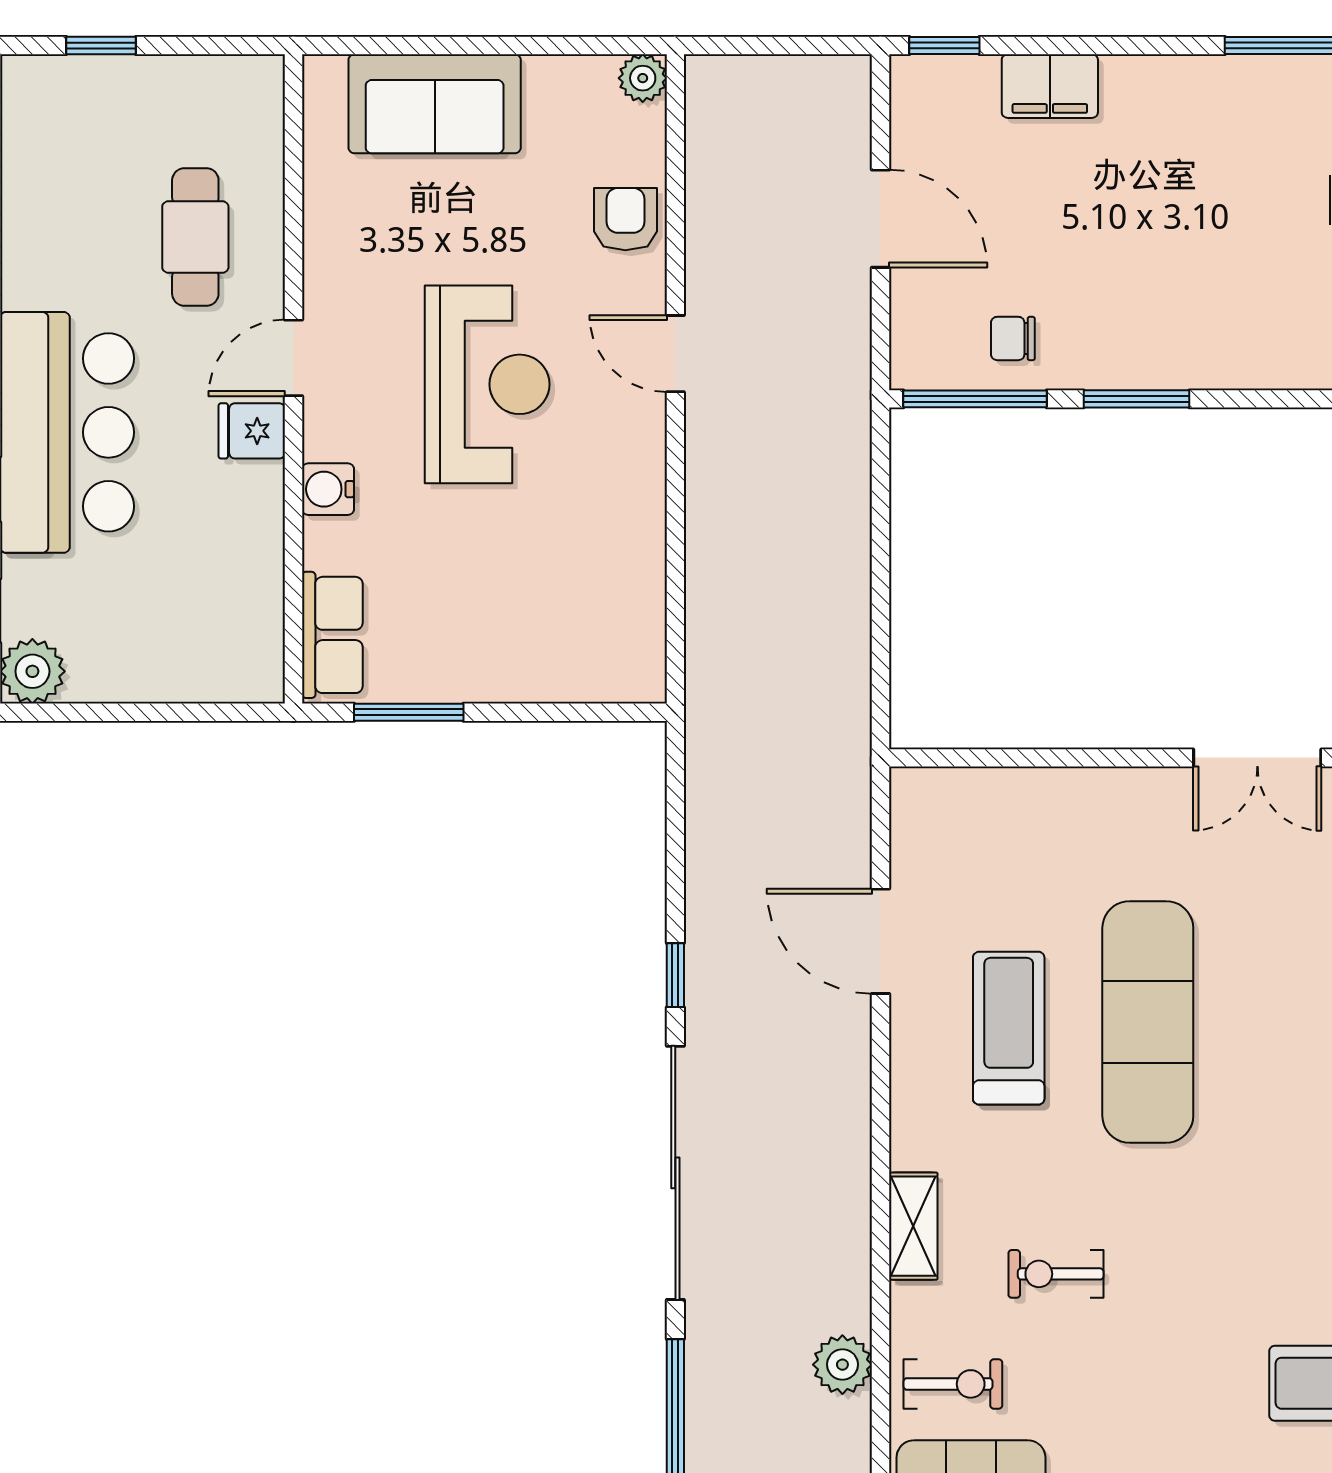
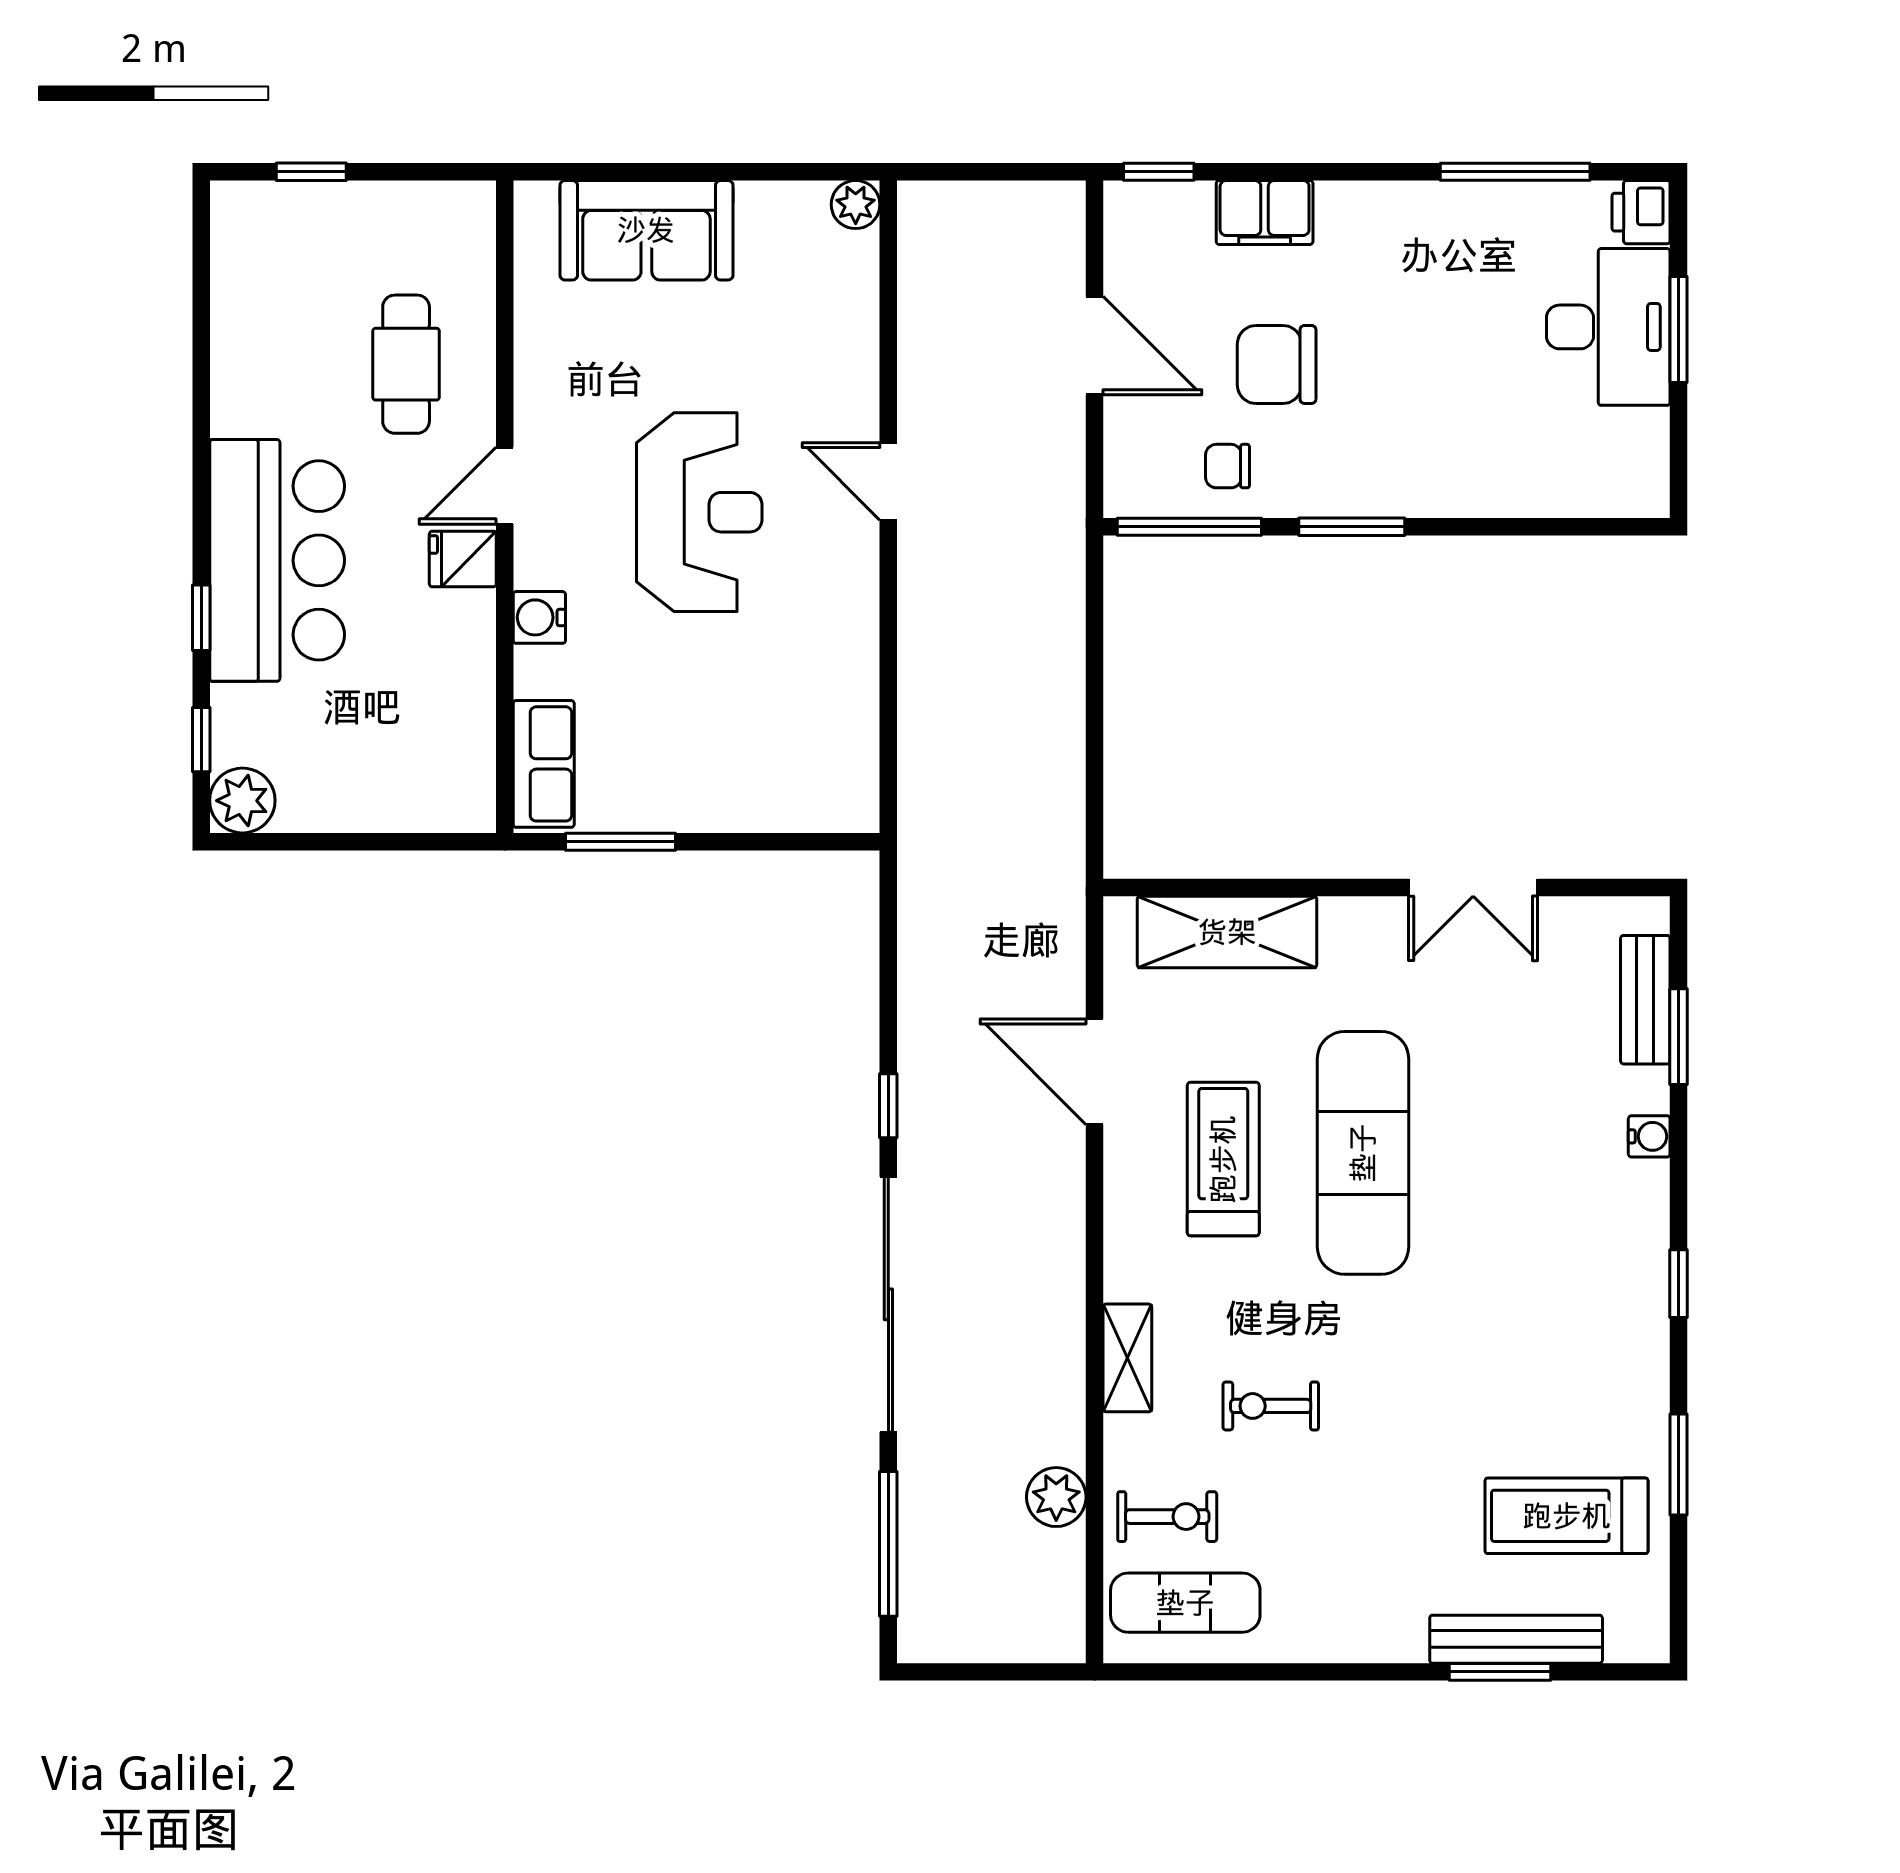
armchair: (625, 219) -> (838, 346), removed
chair: (1062, 237) -> (1277, 364), added
shelving: (1012, 802) -> (1227, 932), added

